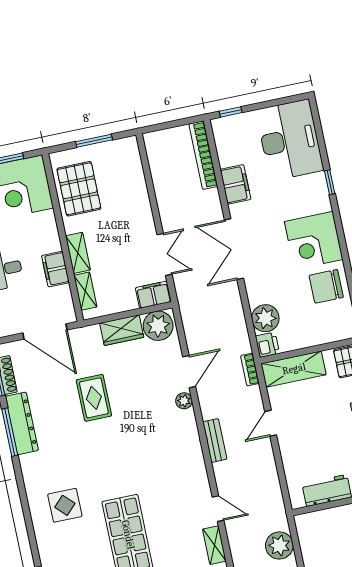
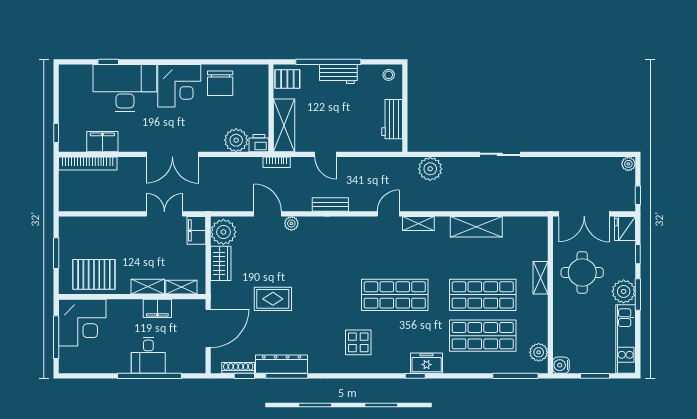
desk: (290, 140) -> (125, 88), moved
window: (330, 182) -> (108, 62), moved
filing cabinet: (235, 184) -> (102, 142), moved

